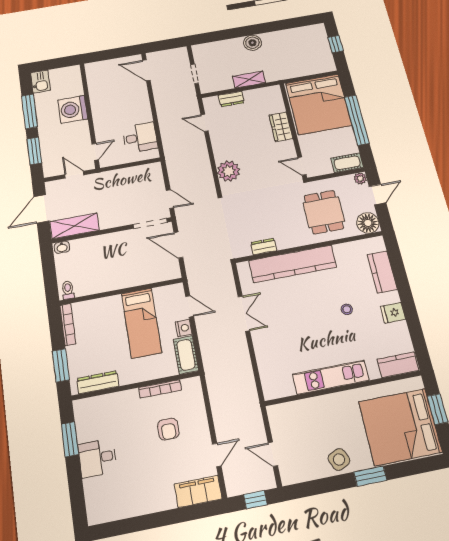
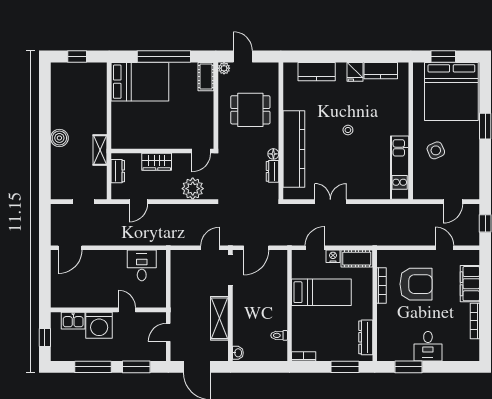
window: (54, 64) -> (45, 337), added
kitchen sink: (40, 82) -> (73, 321), moved, turned 180
bed: (319, 104) -> (140, 82), width x0.73
wardrobe: (281, 127) -> (157, 162), moved
wall: (293, 130) -> (162, 151), moved
door: (95, 152) -> (127, 310), moved
door: (302, 166) -> (201, 151), moved
floor lamp: (368, 223) -> (273, 154), moved, width x0.53, depth x0.53
shelving: (75, 226) -> (219, 318), moved
toilet: (68, 290) -> (279, 335), moved
stool: (347, 309) -> (348, 130), moved
bookcase: (68, 324) -> (304, 356), width x0.64
kitchen counter: (398, 365) -> (381, 71), moved, turned -90
kitchen unit: (331, 377) -> (400, 168), moved
armchair: (168, 429) -> (416, 284), width x1.88, depth x1.88
side table: (339, 459) -> (436, 150), moved
filing cabinet: (198, 491) -> (470, 284), moved
bookcase: (136, 510) -> (475, 321), added

